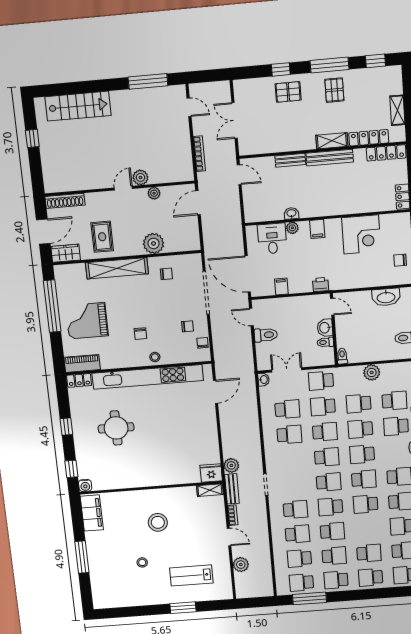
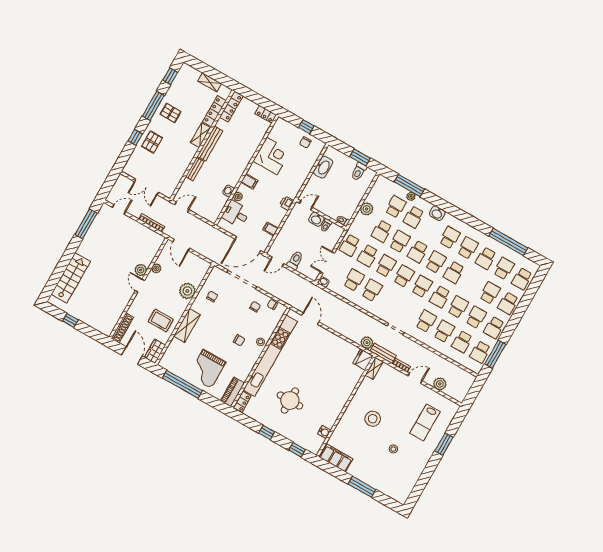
shelving: (117, 268) -> (187, 325), width x0.68
school desk: (360, 429) -> (400, 241), turned 180
water cooler: (85, 485) -> (324, 432), moved

